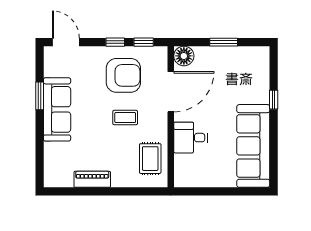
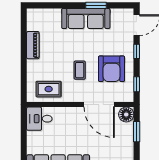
window: (115, 42) -> (137, 51), moved
window: (224, 42) -> (137, 132), moved
desk: (191, 138) -> (39, 119), moved, turned -90

